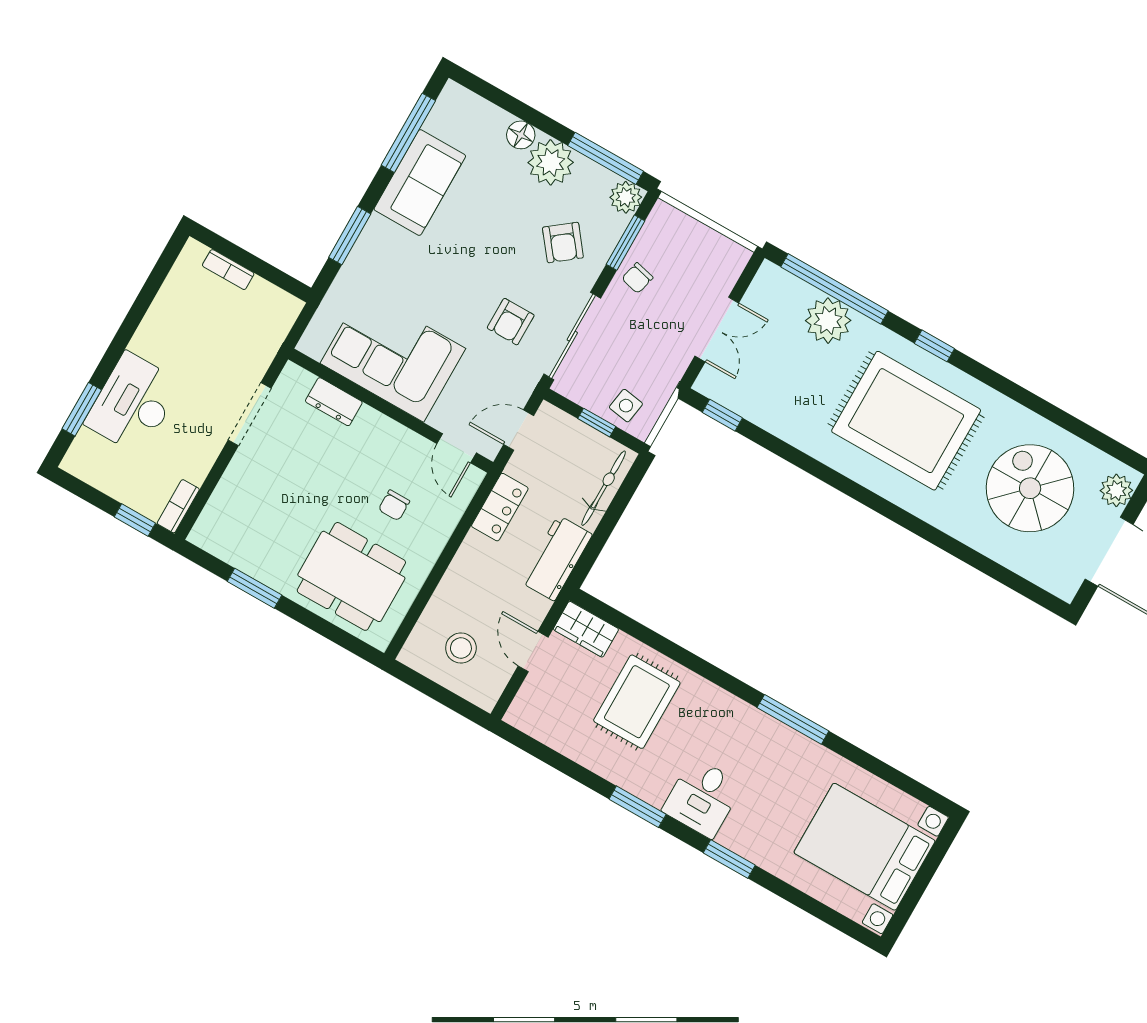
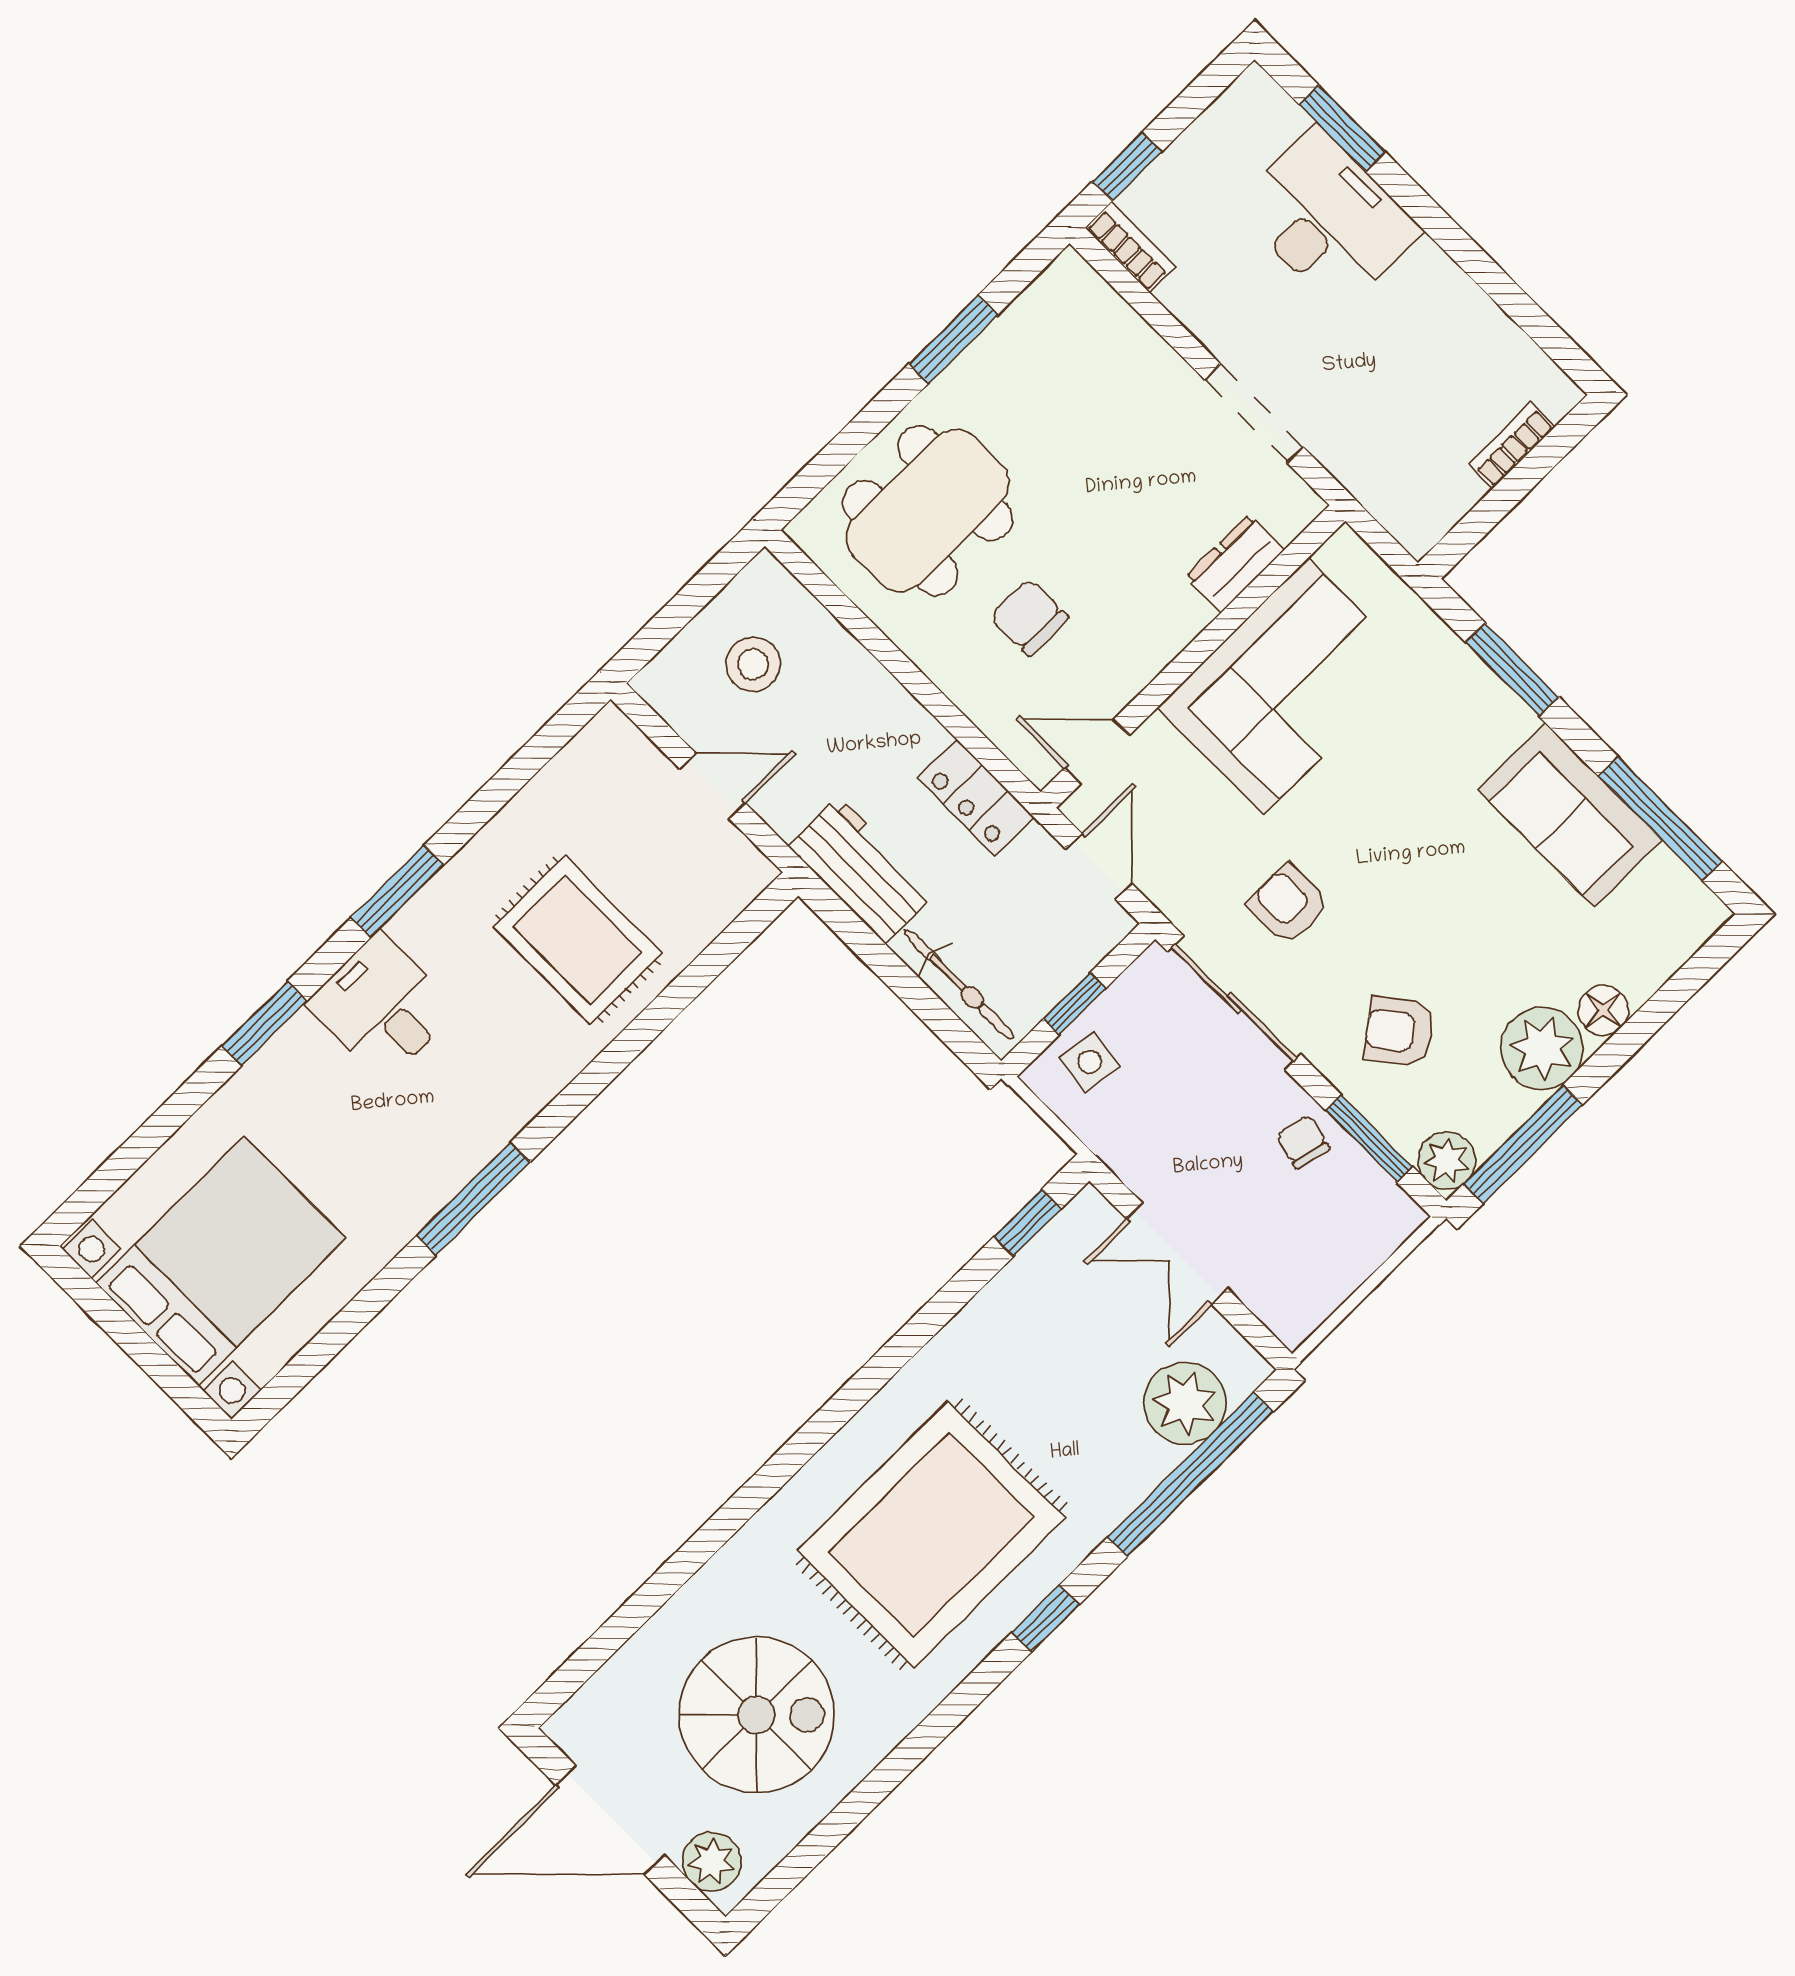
plant: (828, 321) -> (1185, 1403), moved
chair: (394, 505) -> (1029, 617), width x1.37, depth x1.37
wardrobe: (586, 629) -> (726, 887), removed

